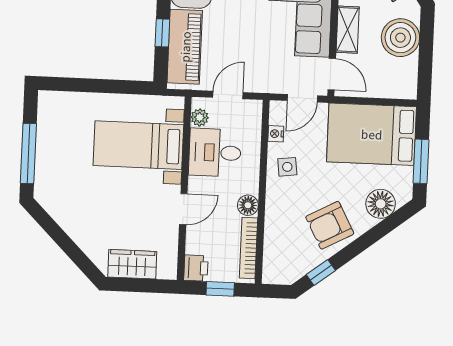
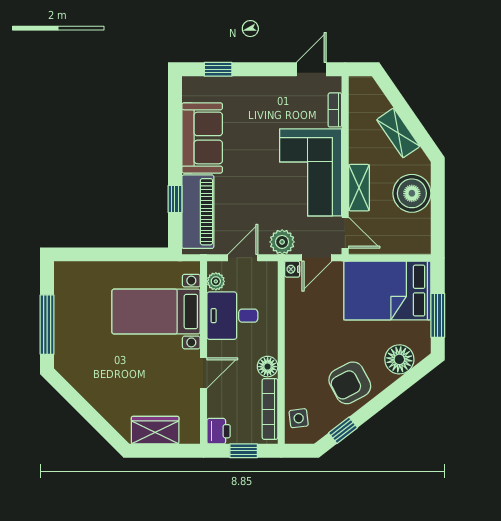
plant: (268, 81) -> (282, 242), added
nightstand: (276, 134) -> (292, 269), moved
side table: (287, 167) -> (299, 418), moved

